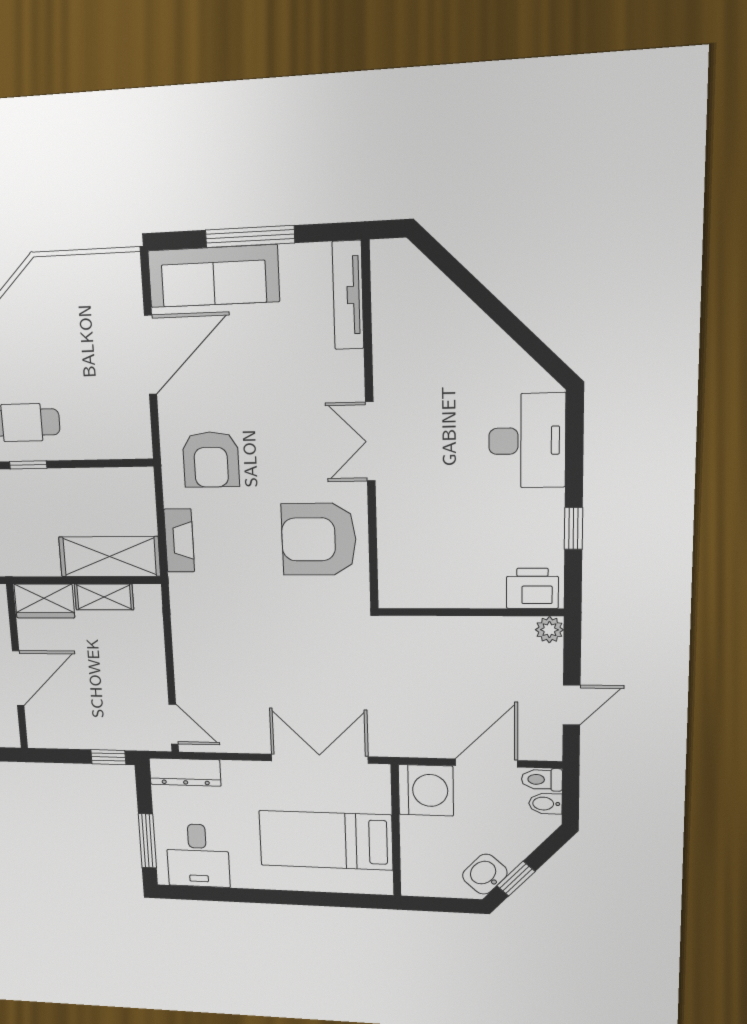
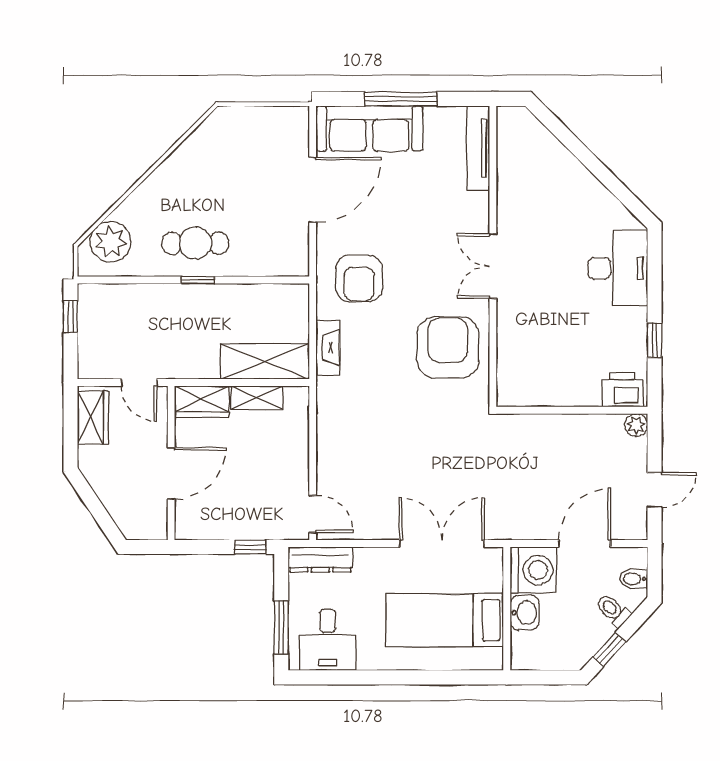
armchair: (319, 539) -> (448, 347), turned 90
toilet: (542, 780) -> (613, 610), moved, turned 42
washbasin: (485, 874) -> (525, 613), moved, turned 138

